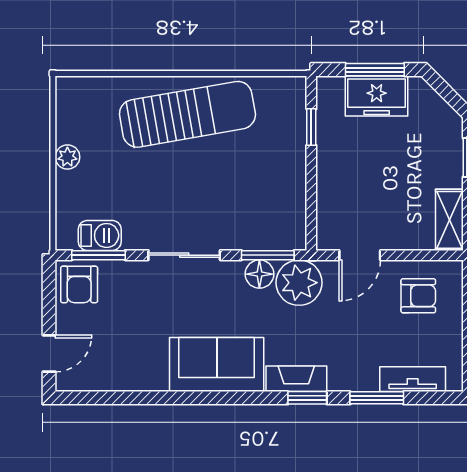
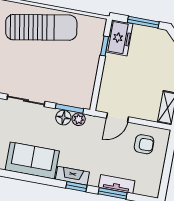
freezer: (377, 96) -> (119, 38), moved, turned -90
plant: (299, 283) -> (79, 119), width x0.53, depth x0.53
tv unit: (413, 379) -> (117, 184), moved

